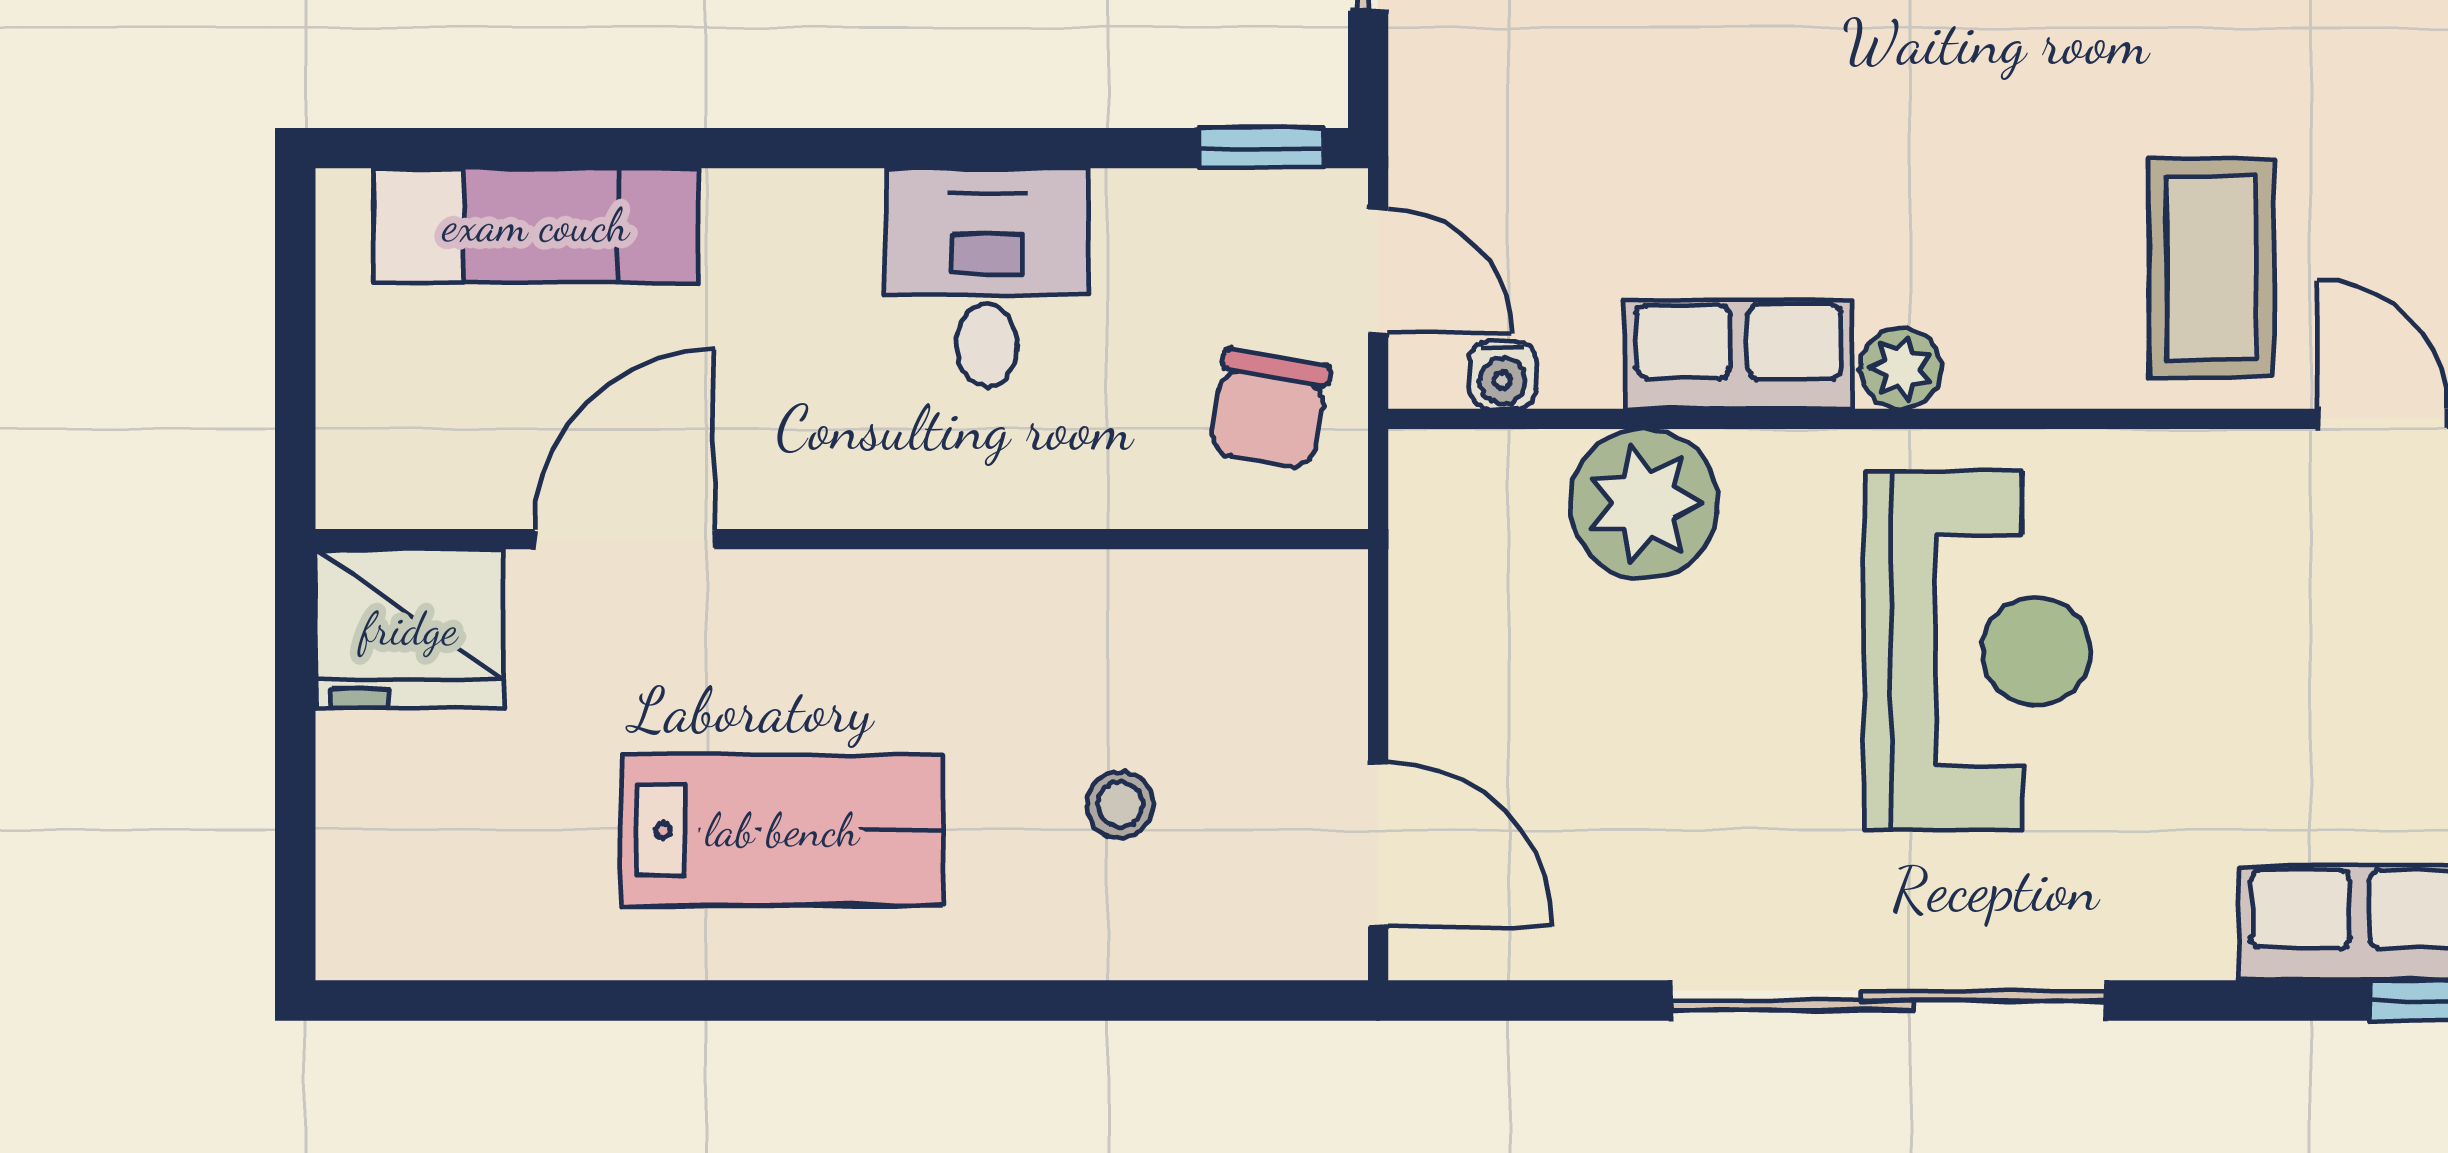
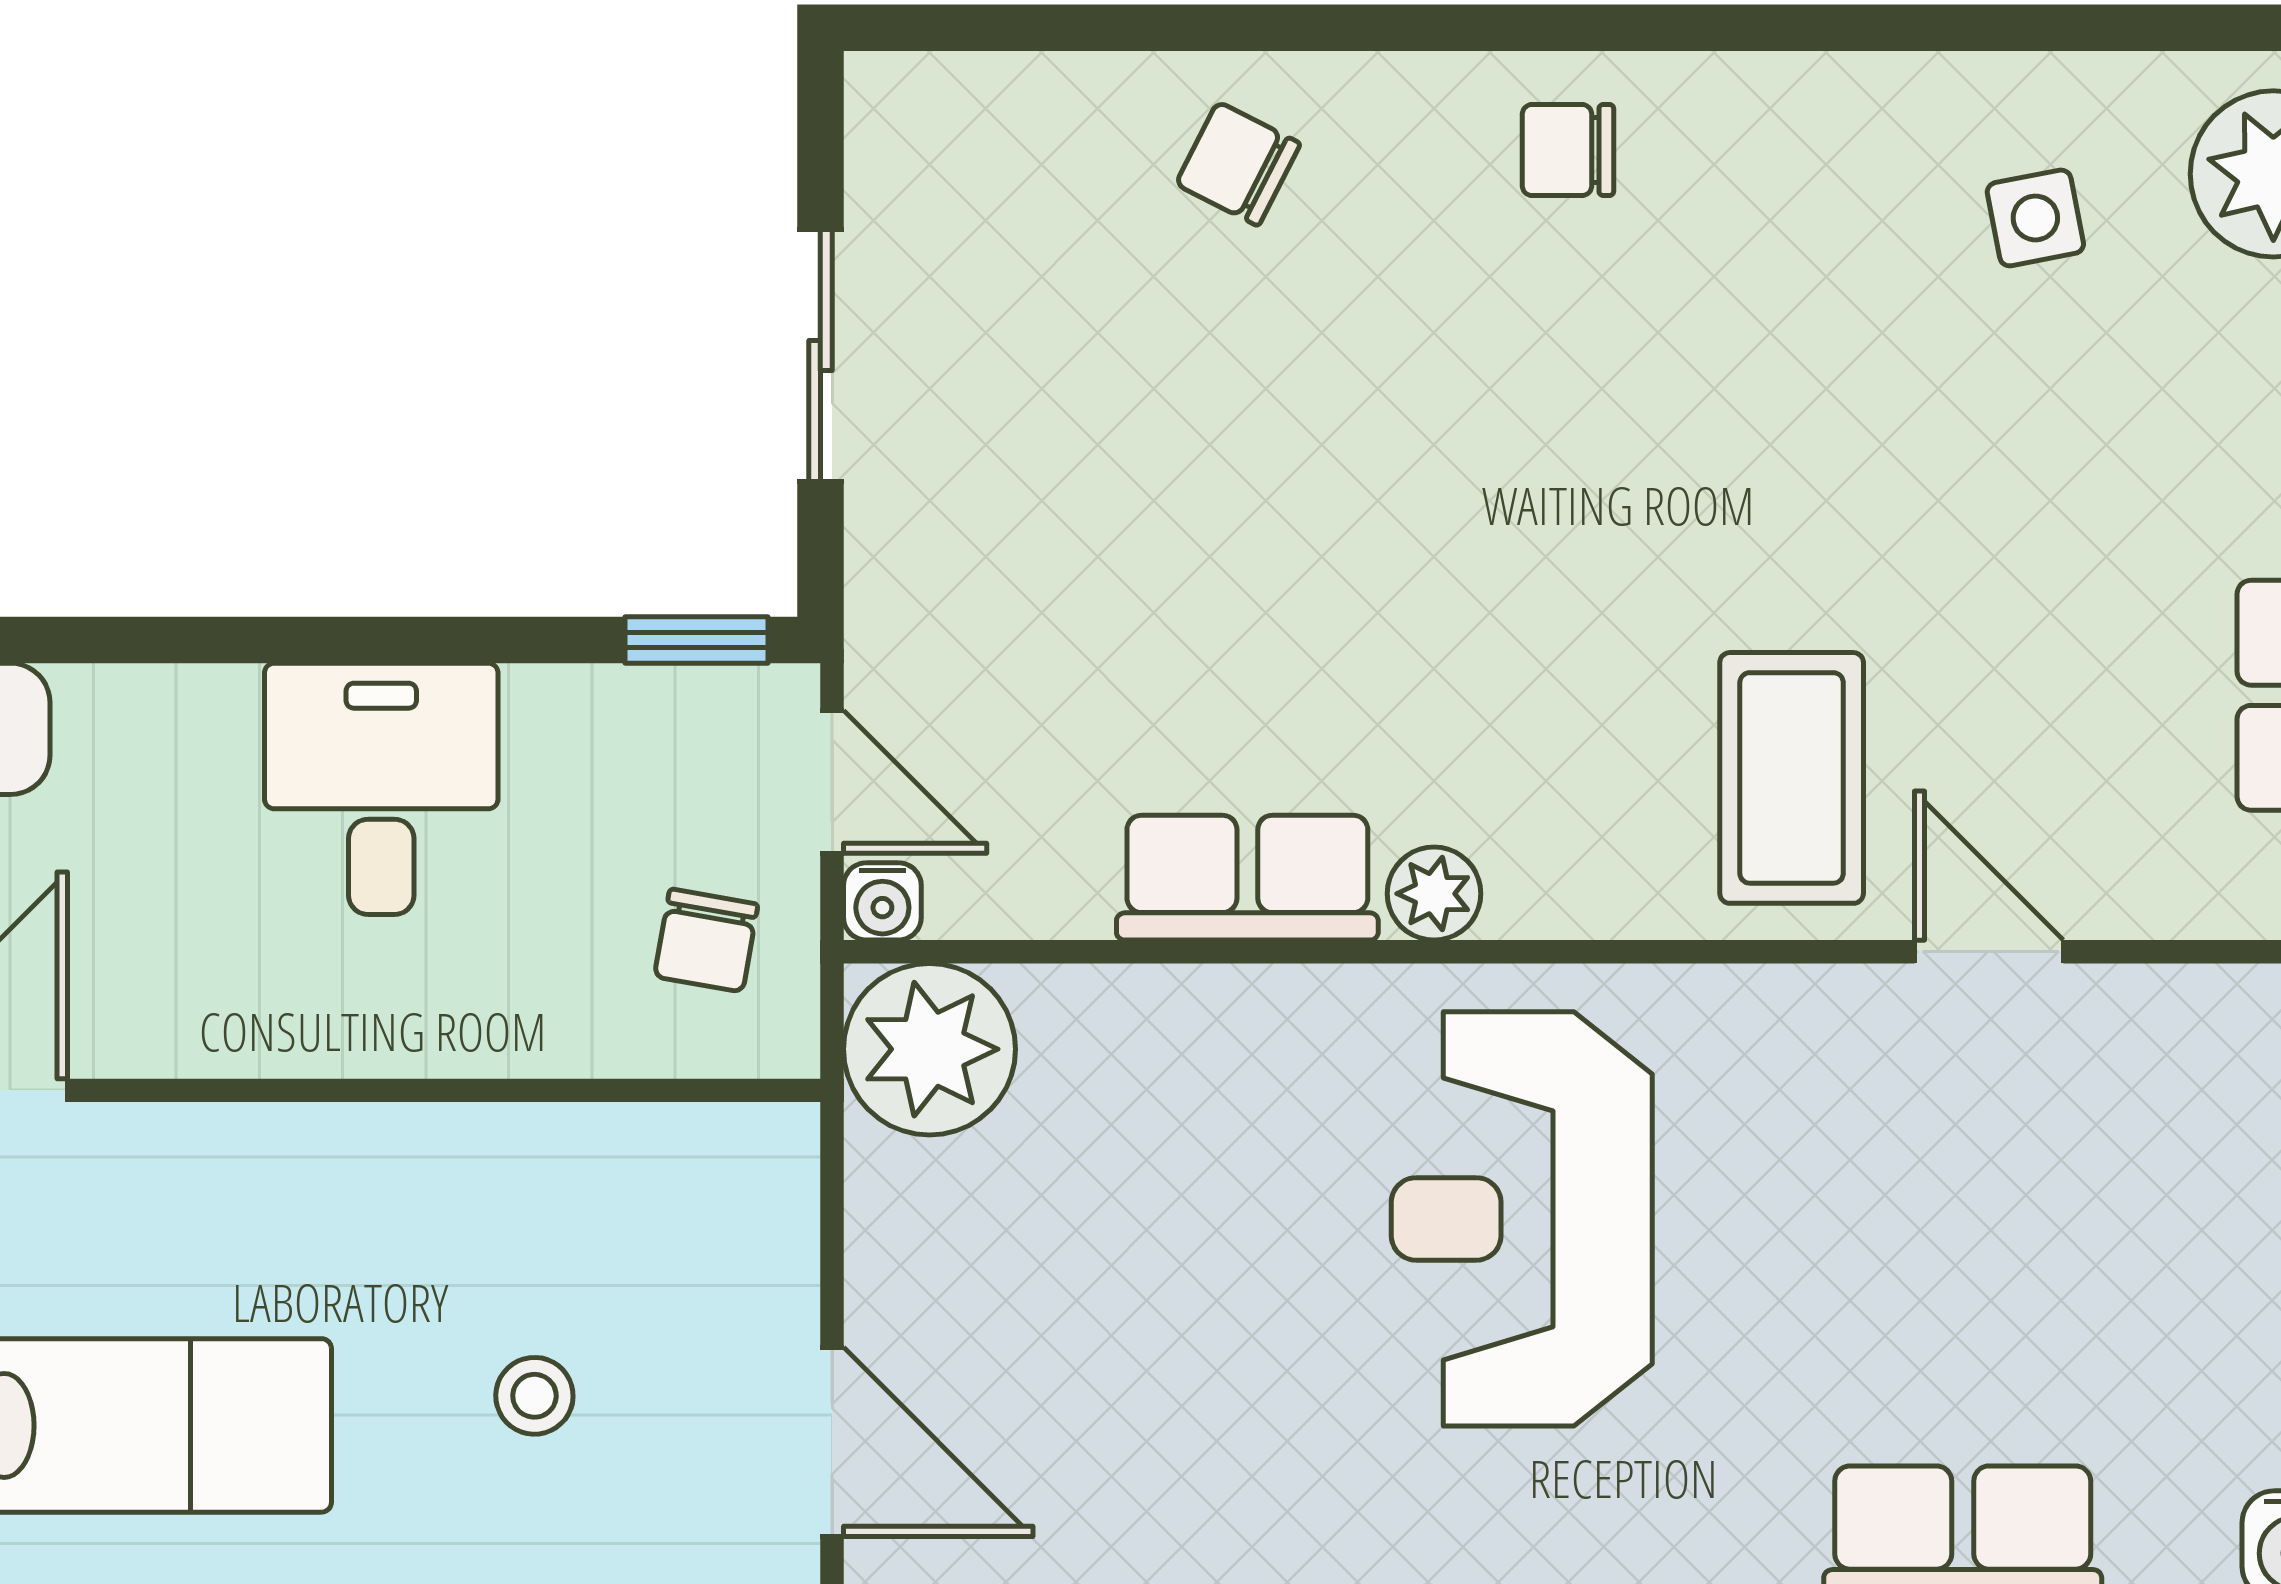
water cooler: (1503, 375) -> (882, 901), moved
chair: (1269, 409) -> (706, 940), width x0.73, depth x0.73
plant: (1644, 503) -> (929, 1049), moved
reception desk: (1977, 651) -> (1522, 1219), turned 180

